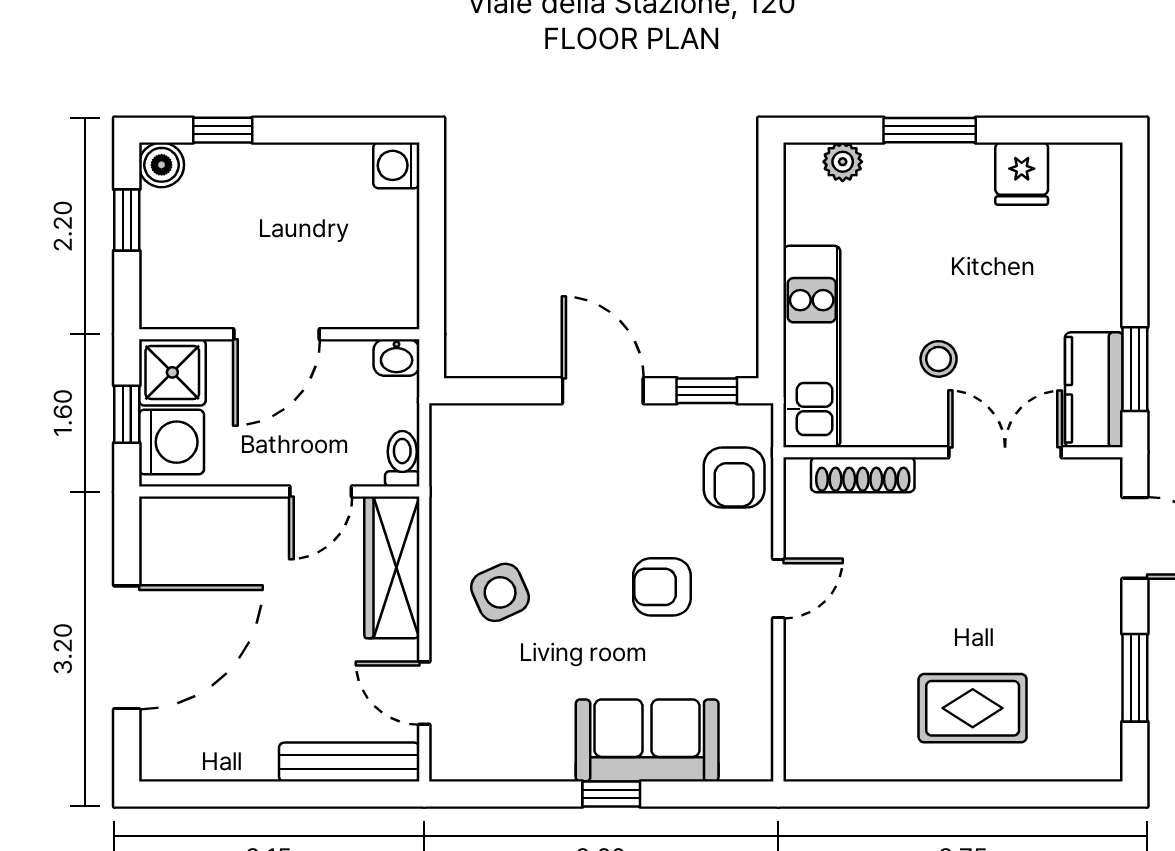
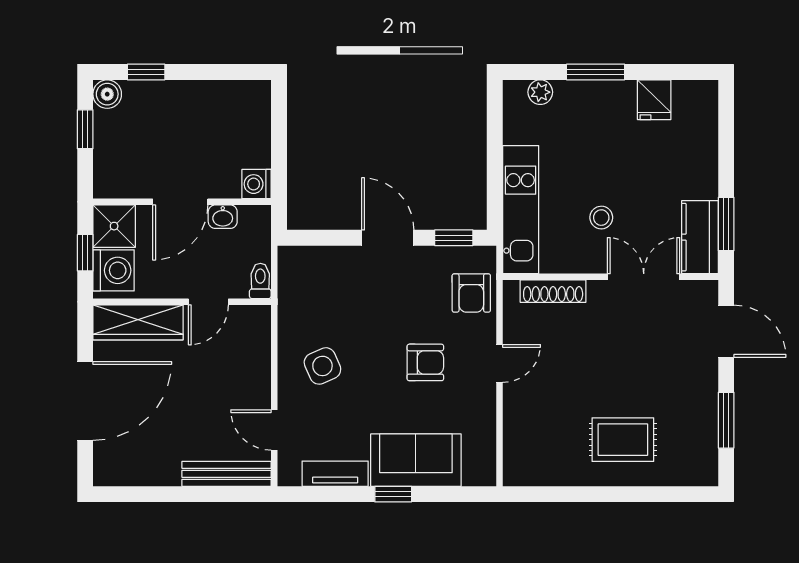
washing machine: (396, 165) -> (257, 184), moved
washbasin: (397, 358) -> (223, 217), moved
wardrobe: (392, 567) -> (138, 322), moved, turned -90
armchair: (662, 587) -> (425, 362), turned 180
tv unit: (520, 762) -> (335, 474), added

